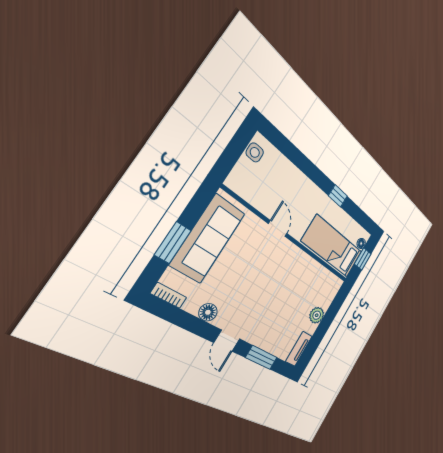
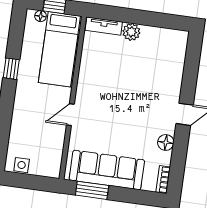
window: (173, 243) -> (92, 190), moved
tv unit: (299, 349) -> (104, 26), moved
window: (261, 357) -> (190, 73), removed

